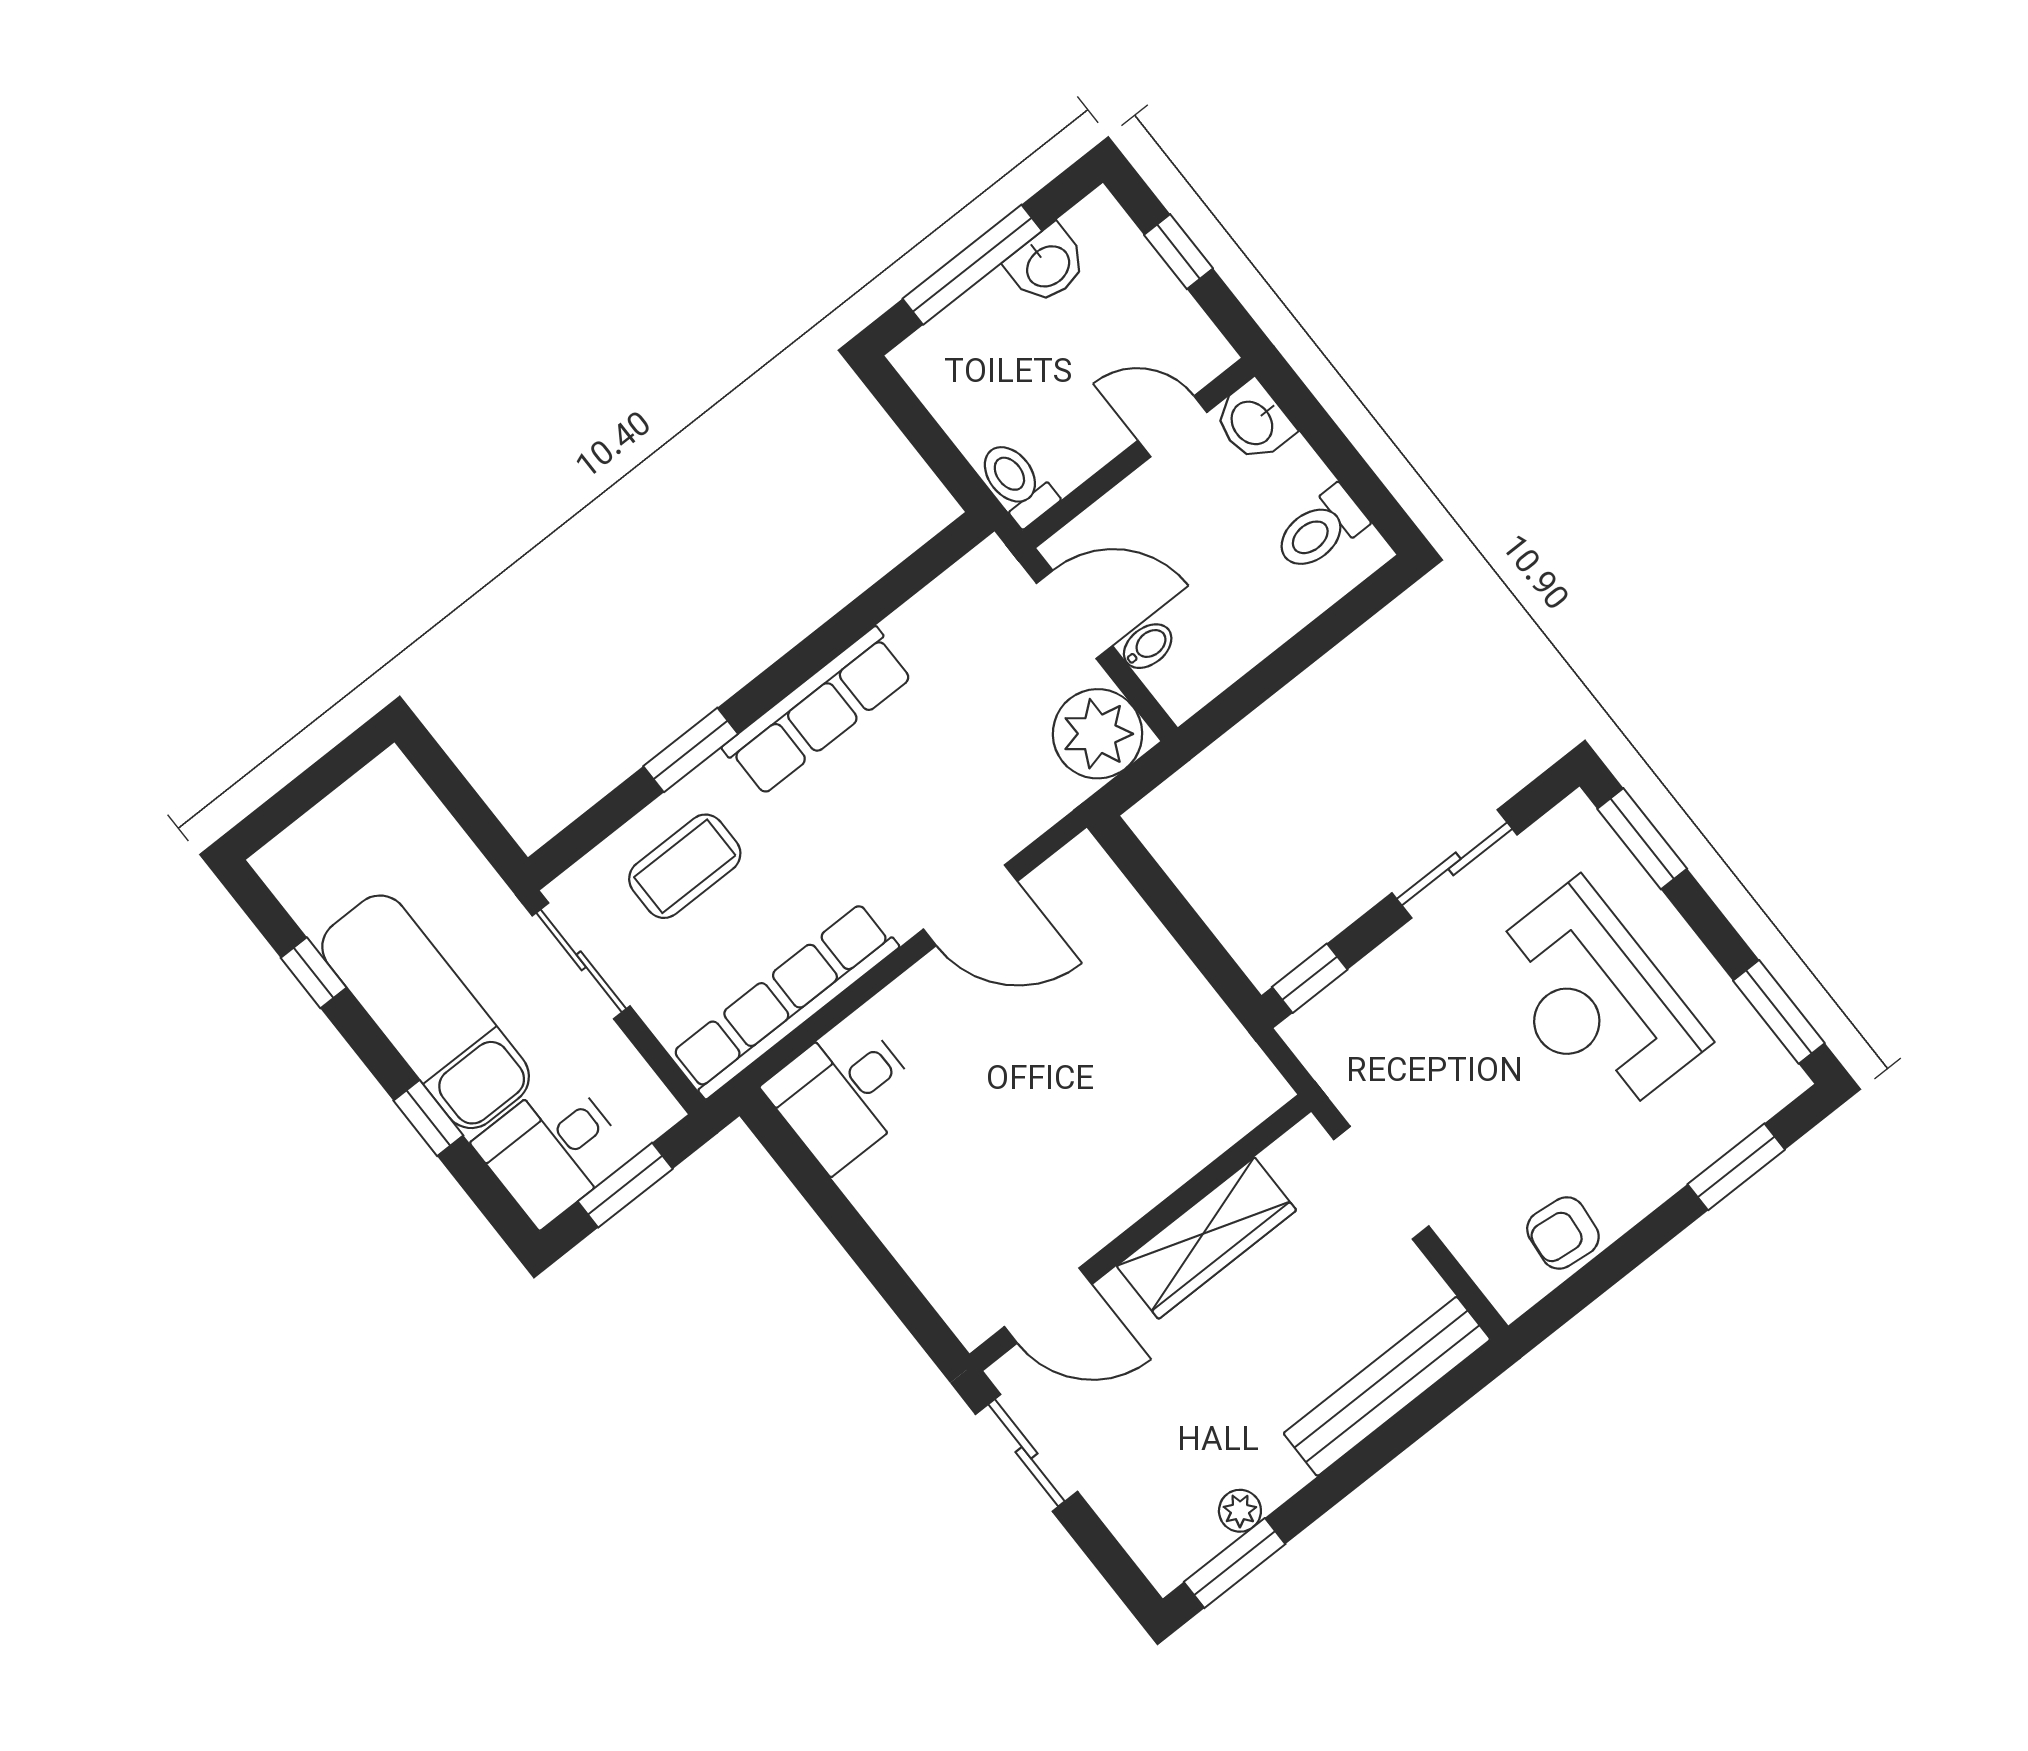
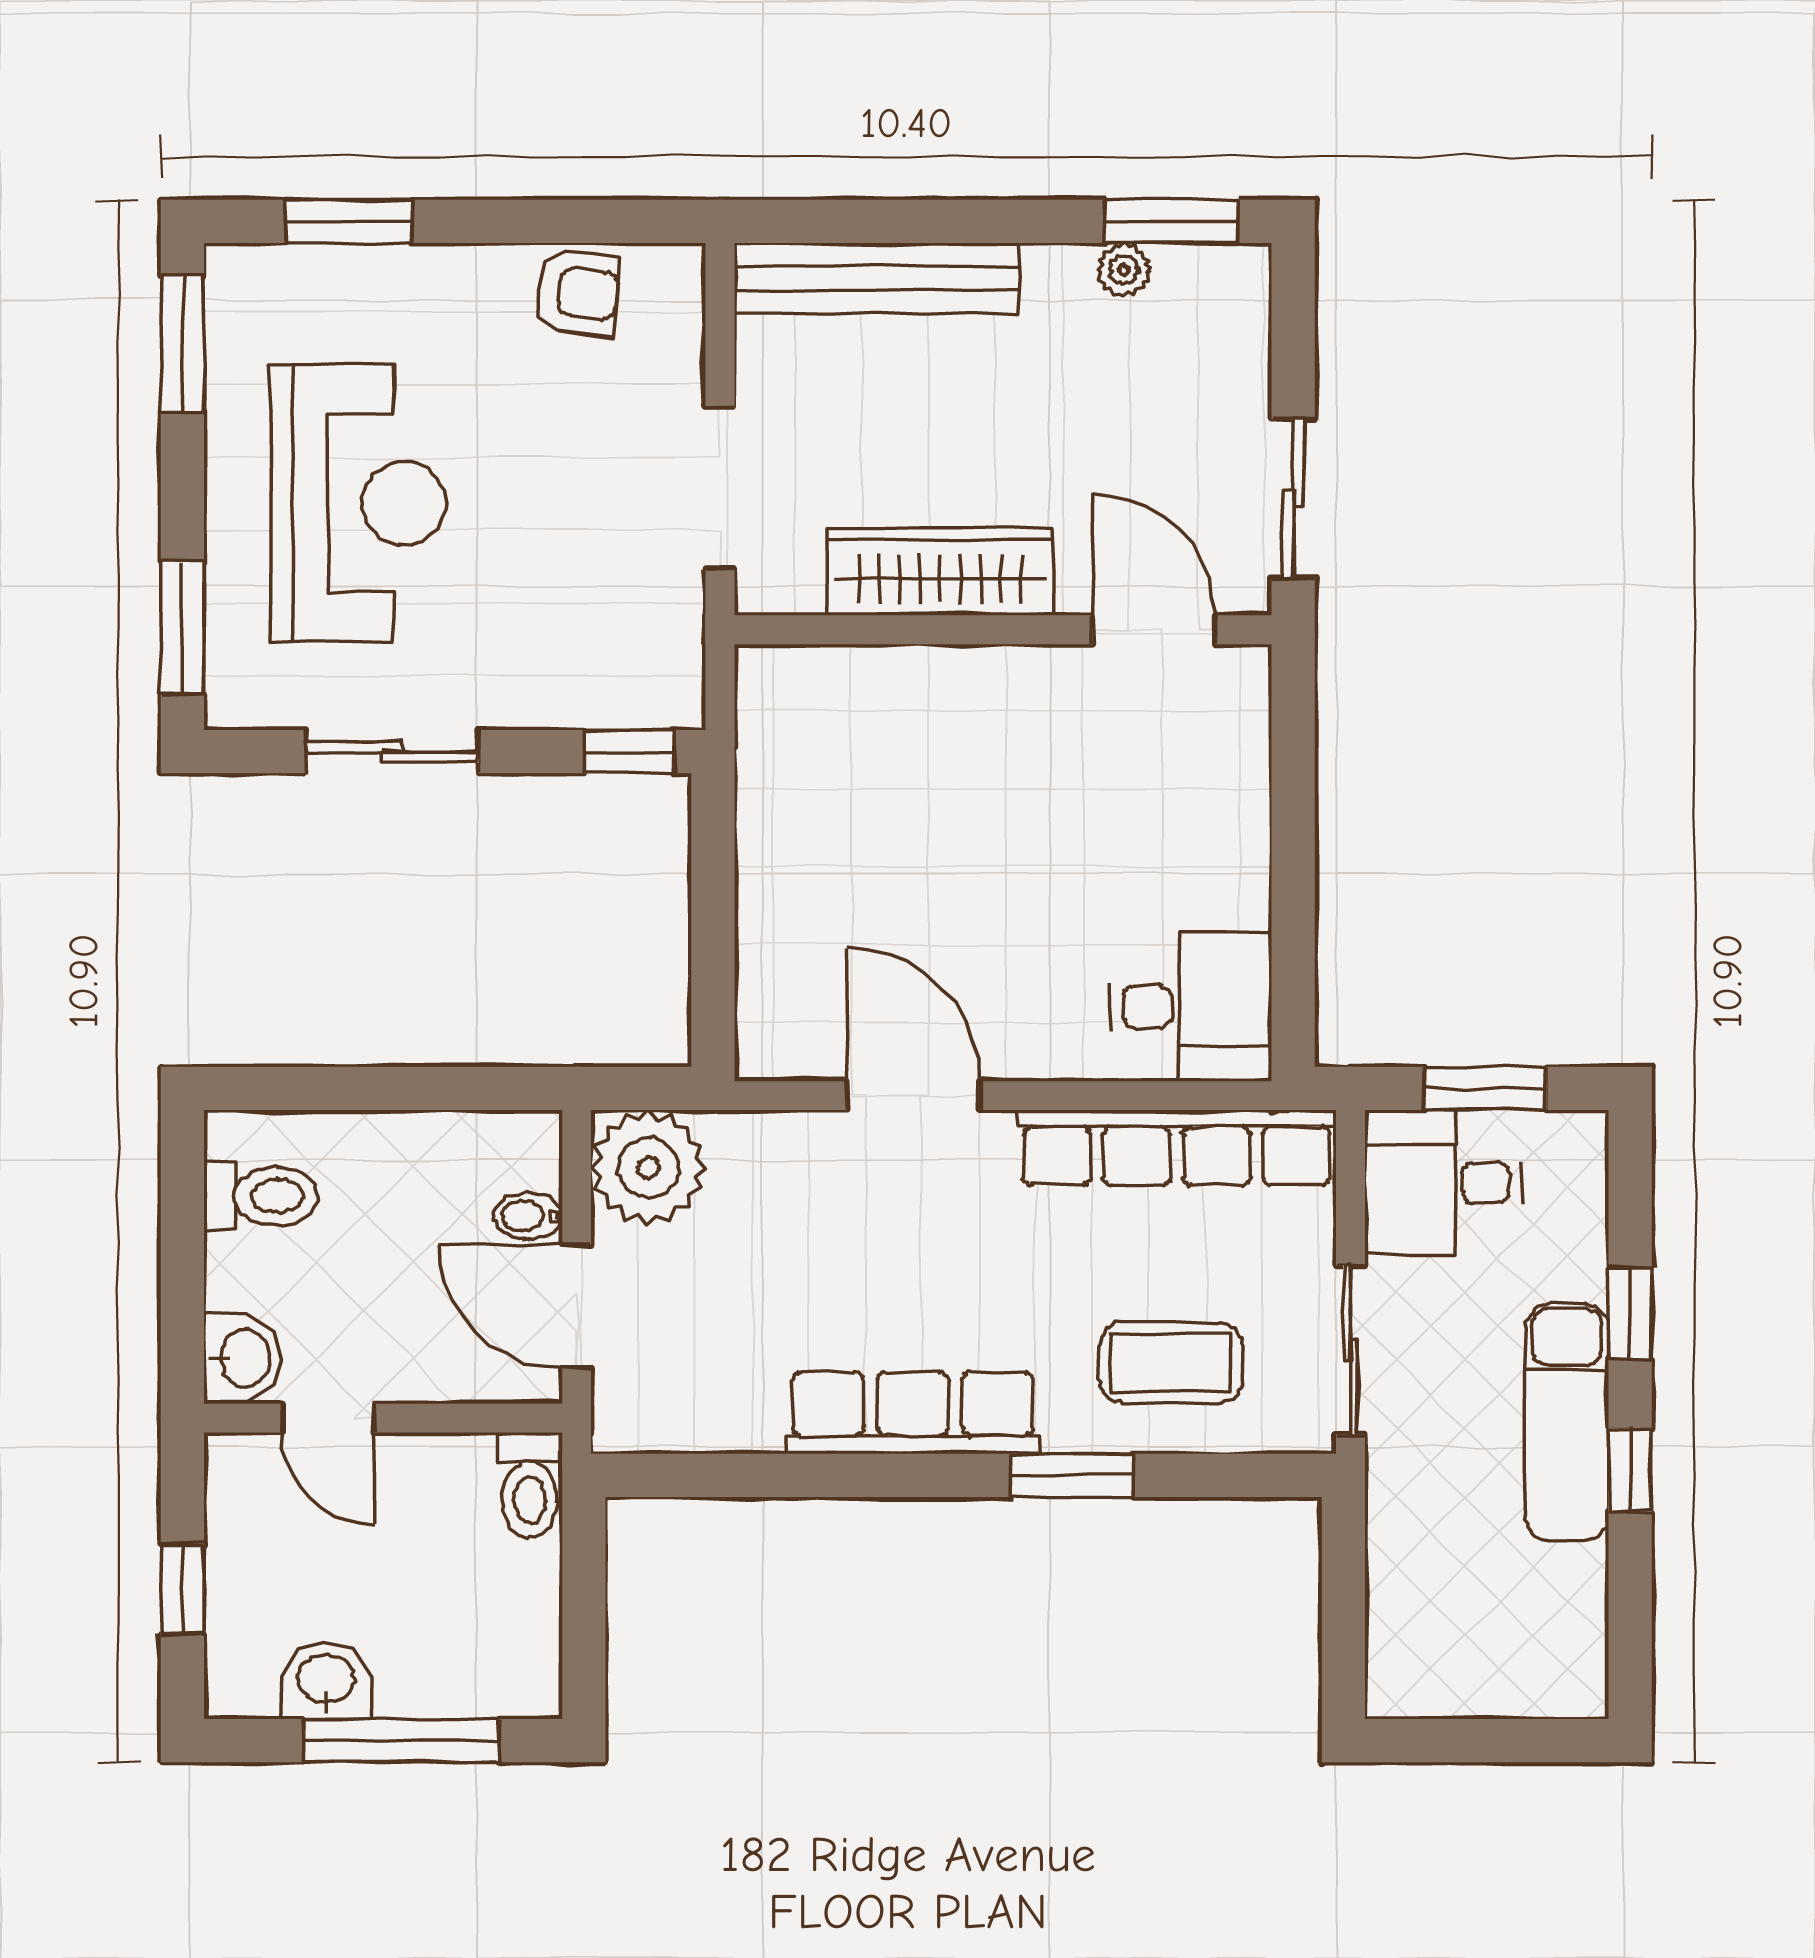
window: (314, 973) -> (1630, 1470), moved
exam couch: (426, 1012) -> (1567, 1422), width x0.73, depth x0.69
desk: (552, 1149) -> (1443, 1183), moved, turned 180

